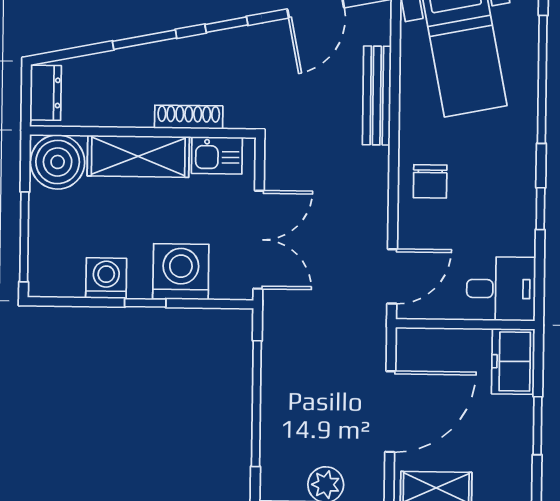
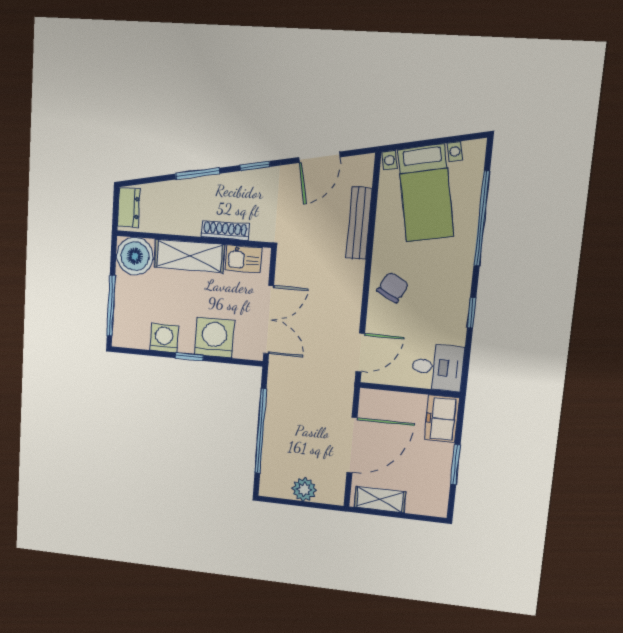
chair: (430, 181) -> (393, 287), turned -153

